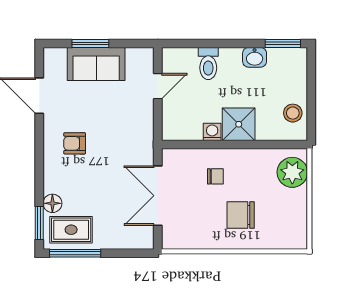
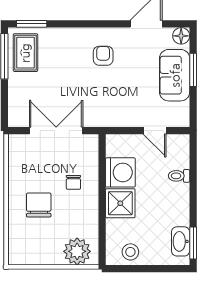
washbasin: (255, 57) -> (181, 241), moved, width x1.38
toilet: (208, 64) -> (179, 176), width x0.73, depth x0.72
washing machine: (212, 132) -> (120, 172), width x1.89, depth x1.89
floor lamp: (52, 203) -> (181, 36), moved

